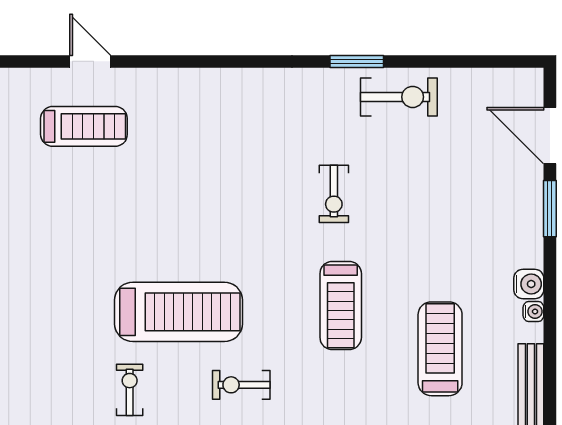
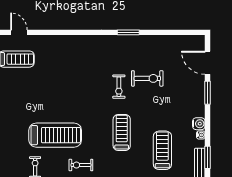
exercise bike: (399, 97) -> (147, 78), moved
treadmill: (341, 306) -> (122, 133), turned 180
window: (550, 366) -> (207, 157), added

